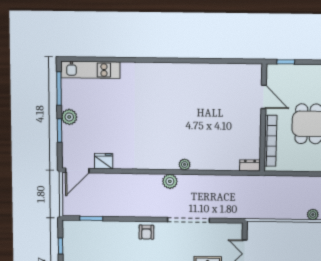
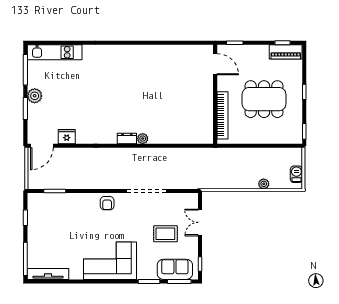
door: (264, 97) -> (215, 64), moved
dresser: (250, 165) -> (127, 138), moved
plant: (170, 181) -> (129, 155), removed

